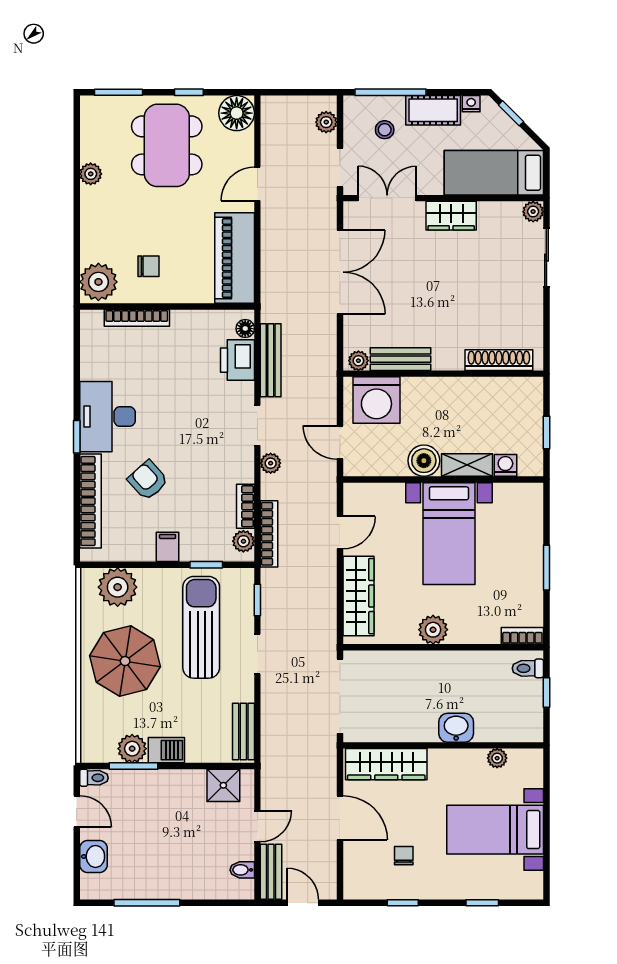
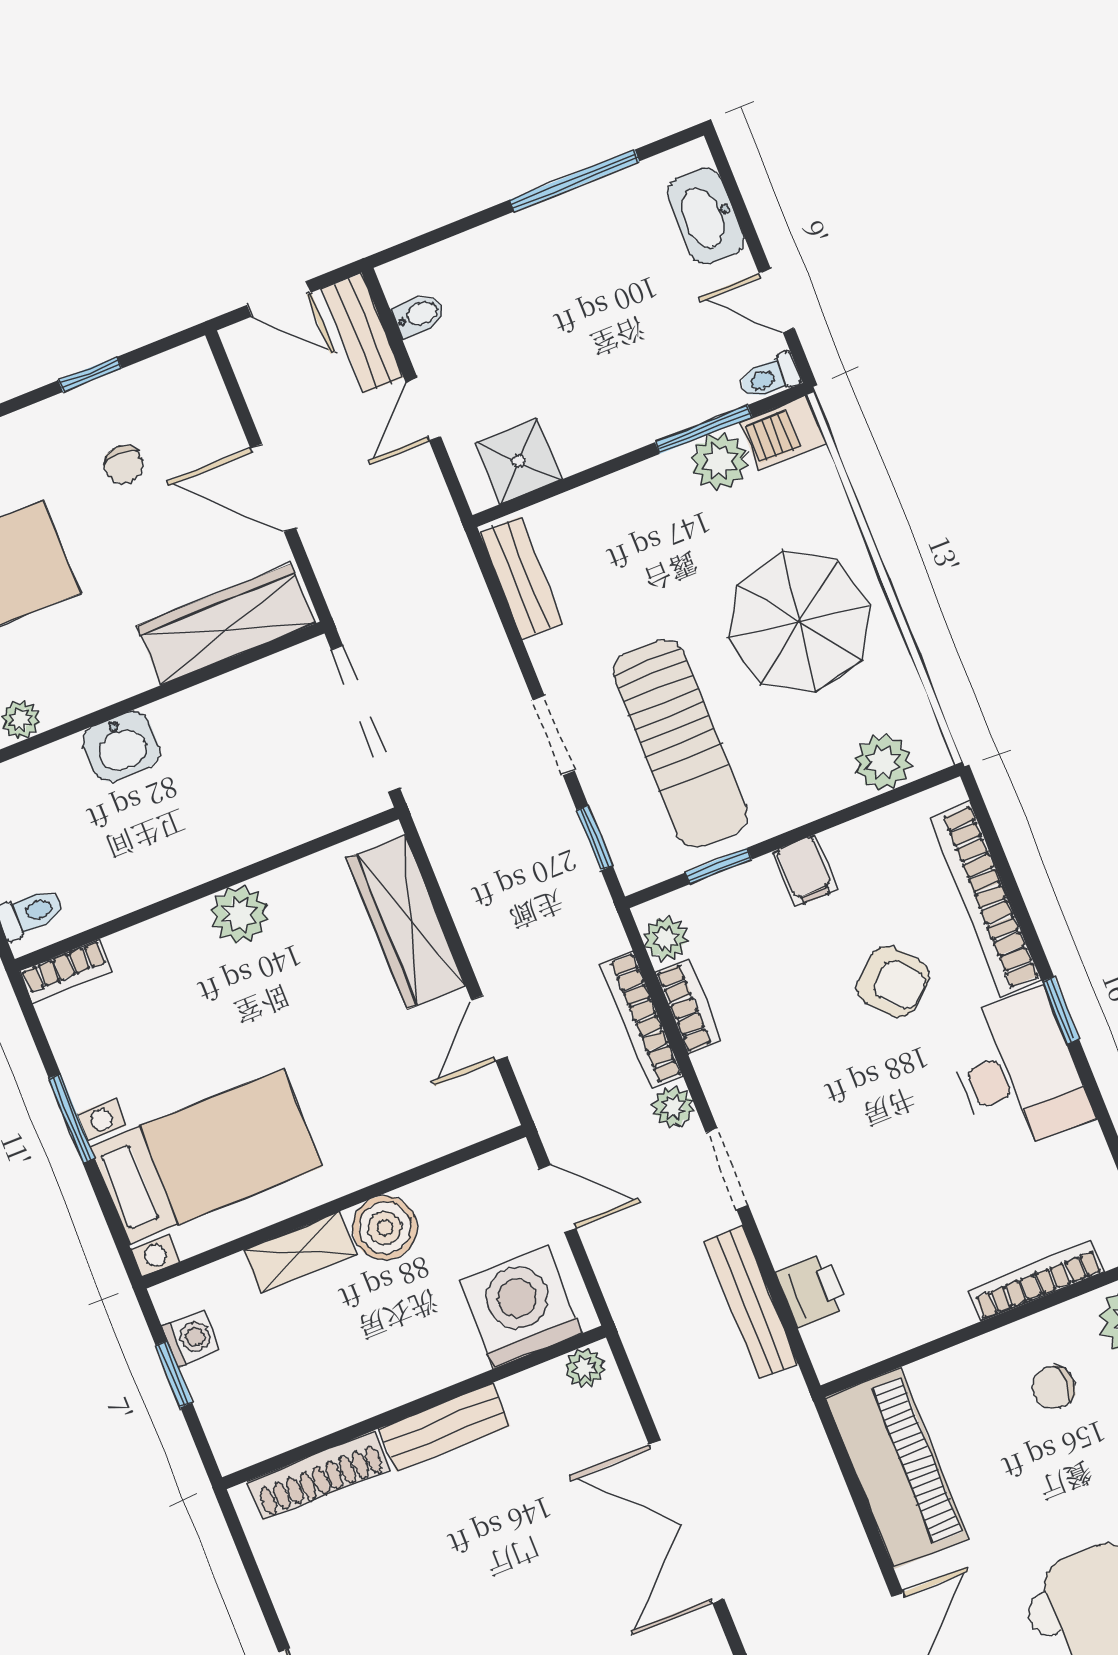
floor lamp: (245, 329) -> (823, 1343), removed
bench: (400, 359) -> (445, 1427), moved
printer: (237, 360) -> (812, 1290), width x0.73, depth x0.81
washing machine: (505, 465) -> (191, 1338), moved, turned -90
bookcase: (269, 534) -> (642, 1020), moved
bed with nightstands: (449, 534) -> (206, 1157), moved, turned 90
plant: (118, 587) -> (883, 762), width x0.73, depth x0.73
barbecue: (166, 750) -> (783, 433), moved
washbasin: (94, 856) -> (706, 216), width x1.38

